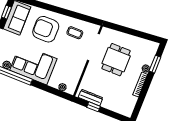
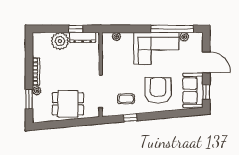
window: (78, 16) -> (130, 118), added
armchair: (46, 29) -> (158, 90), turned -90
dining table: (116, 60) -> (68, 104), moved, turned 90
plant: (111, 102) -> (60, 41), added

